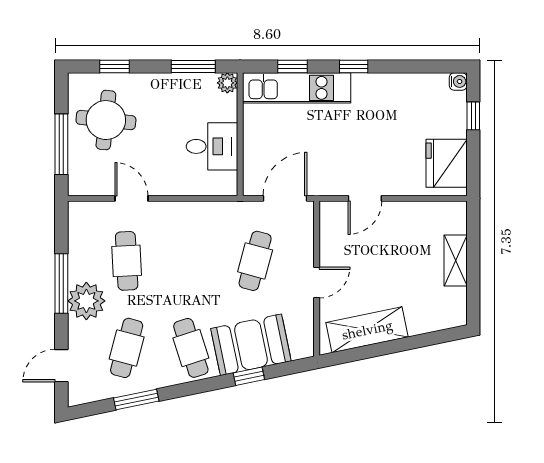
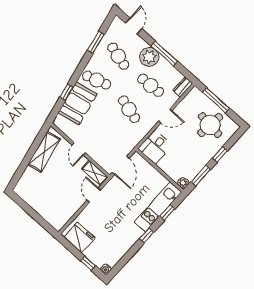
window: (115, 66) -> (220, 154), moved
desk: (212, 146) -> (155, 147), moved
door: (131, 198) -> (165, 116), moved
dresser: (86, 211) -> (183, 87), added
cafe table: (255, 261) -> (129, 109), moved
shelving: (456, 261) -> (95, 173), moved

